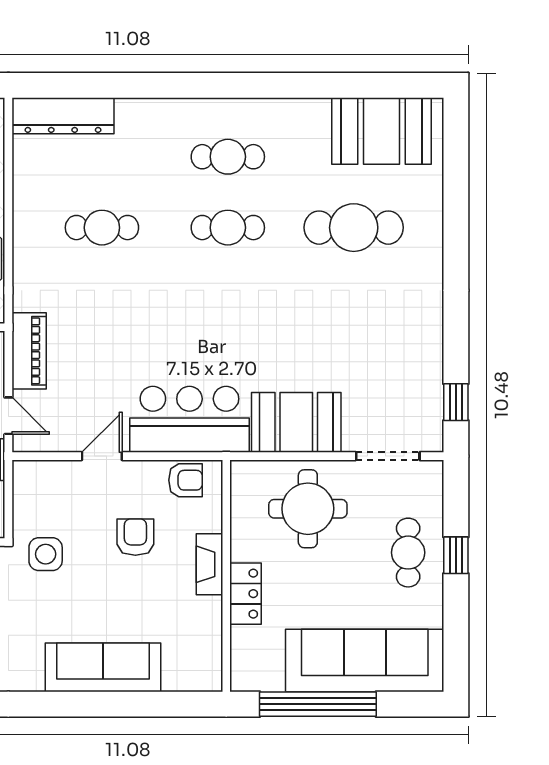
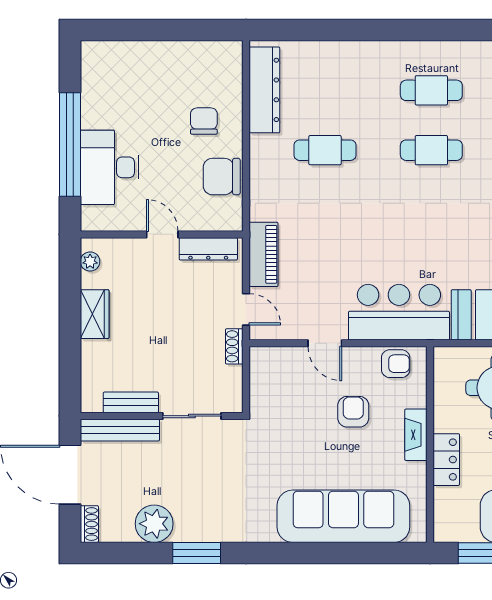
dresser: (63, 116) -> (264, 90), moved, turned -90
door: (102, 456) -> (325, 343), swing flipped
side table: (46, 554) -> (277, 426), removed
sofa: (103, 667) -> (343, 516), width x1.36, depth x1.27

